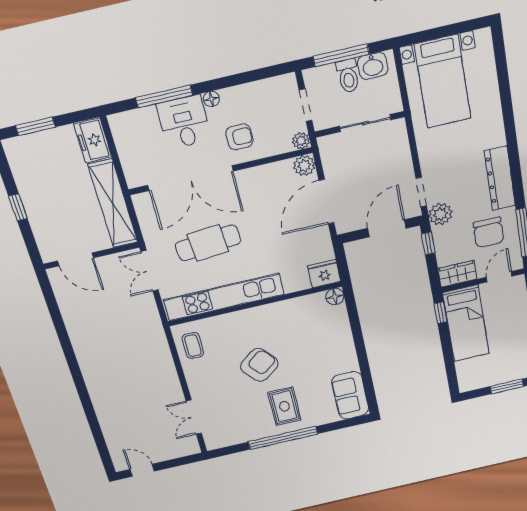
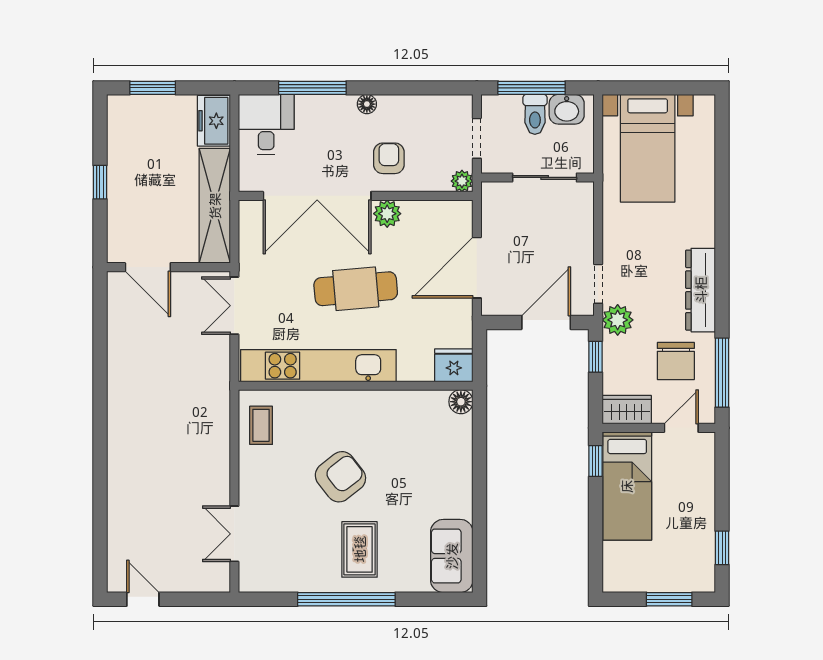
desk: (184, 122) -> (266, 124), moved
armchair: (239, 137) -> (389, 158), turned -90
plant: (304, 166) -> (387, 214), moved
cafe table: (208, 243) -> (356, 289), moved

